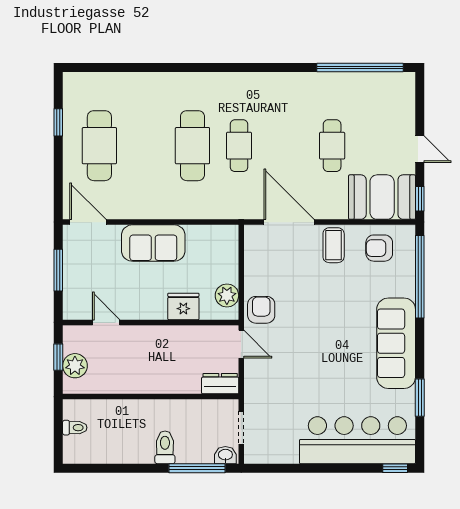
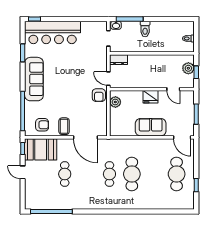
fridge: (183, 306) -> (150, 97), moved

